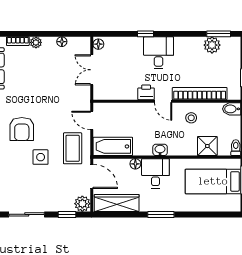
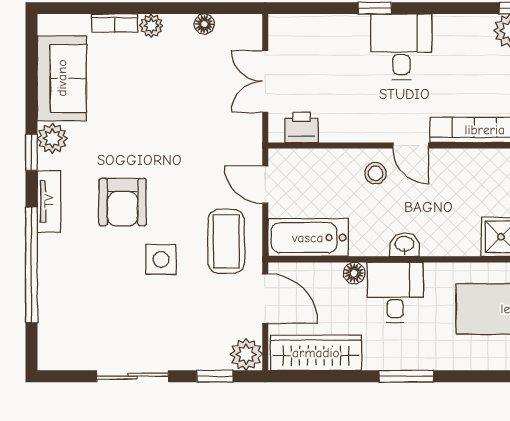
floor lamp: (98, 44) -> (279, 29), removed
printer: (146, 92) -> (302, 127), moved
stool: (191, 118) -> (375, 173), moved

